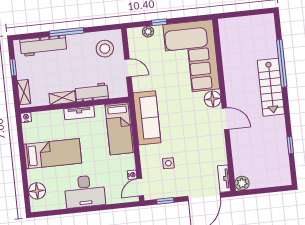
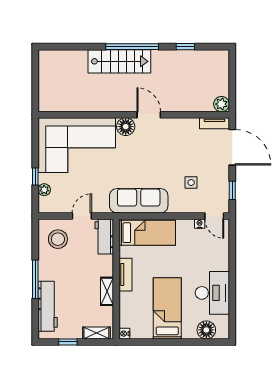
window: (282, 63) -> (132, 47), moved
workbench: (92, 92) -> (104, 237), moved
door: (225, 119) -> (149, 115), hinge flipped
desk: (85, 191) -> (212, 293), moved

